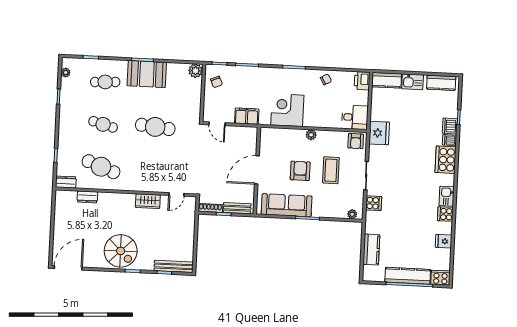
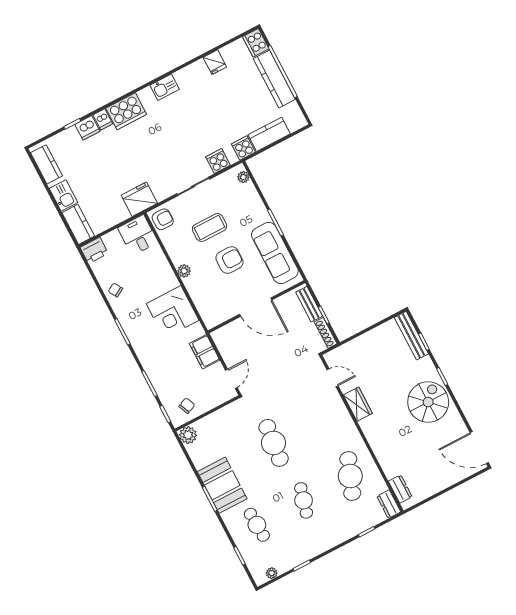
armchair: (300, 171) -> (229, 260), turned 180
dresser: (87, 197) -> (400, 489), moved
cooker: (445, 214) -> (243, 148), moved, turned 180

